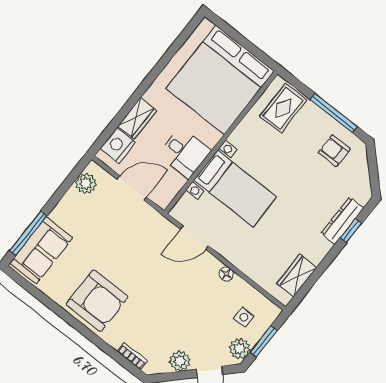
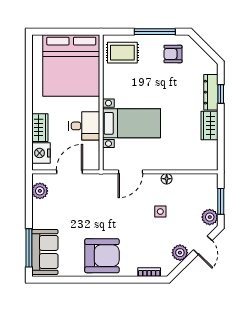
rug: (283, 108) -> (122, 53), turned 90
wardrobe: (297, 275) -> (209, 126), moved
side table: (244, 317) -> (160, 212), moved

